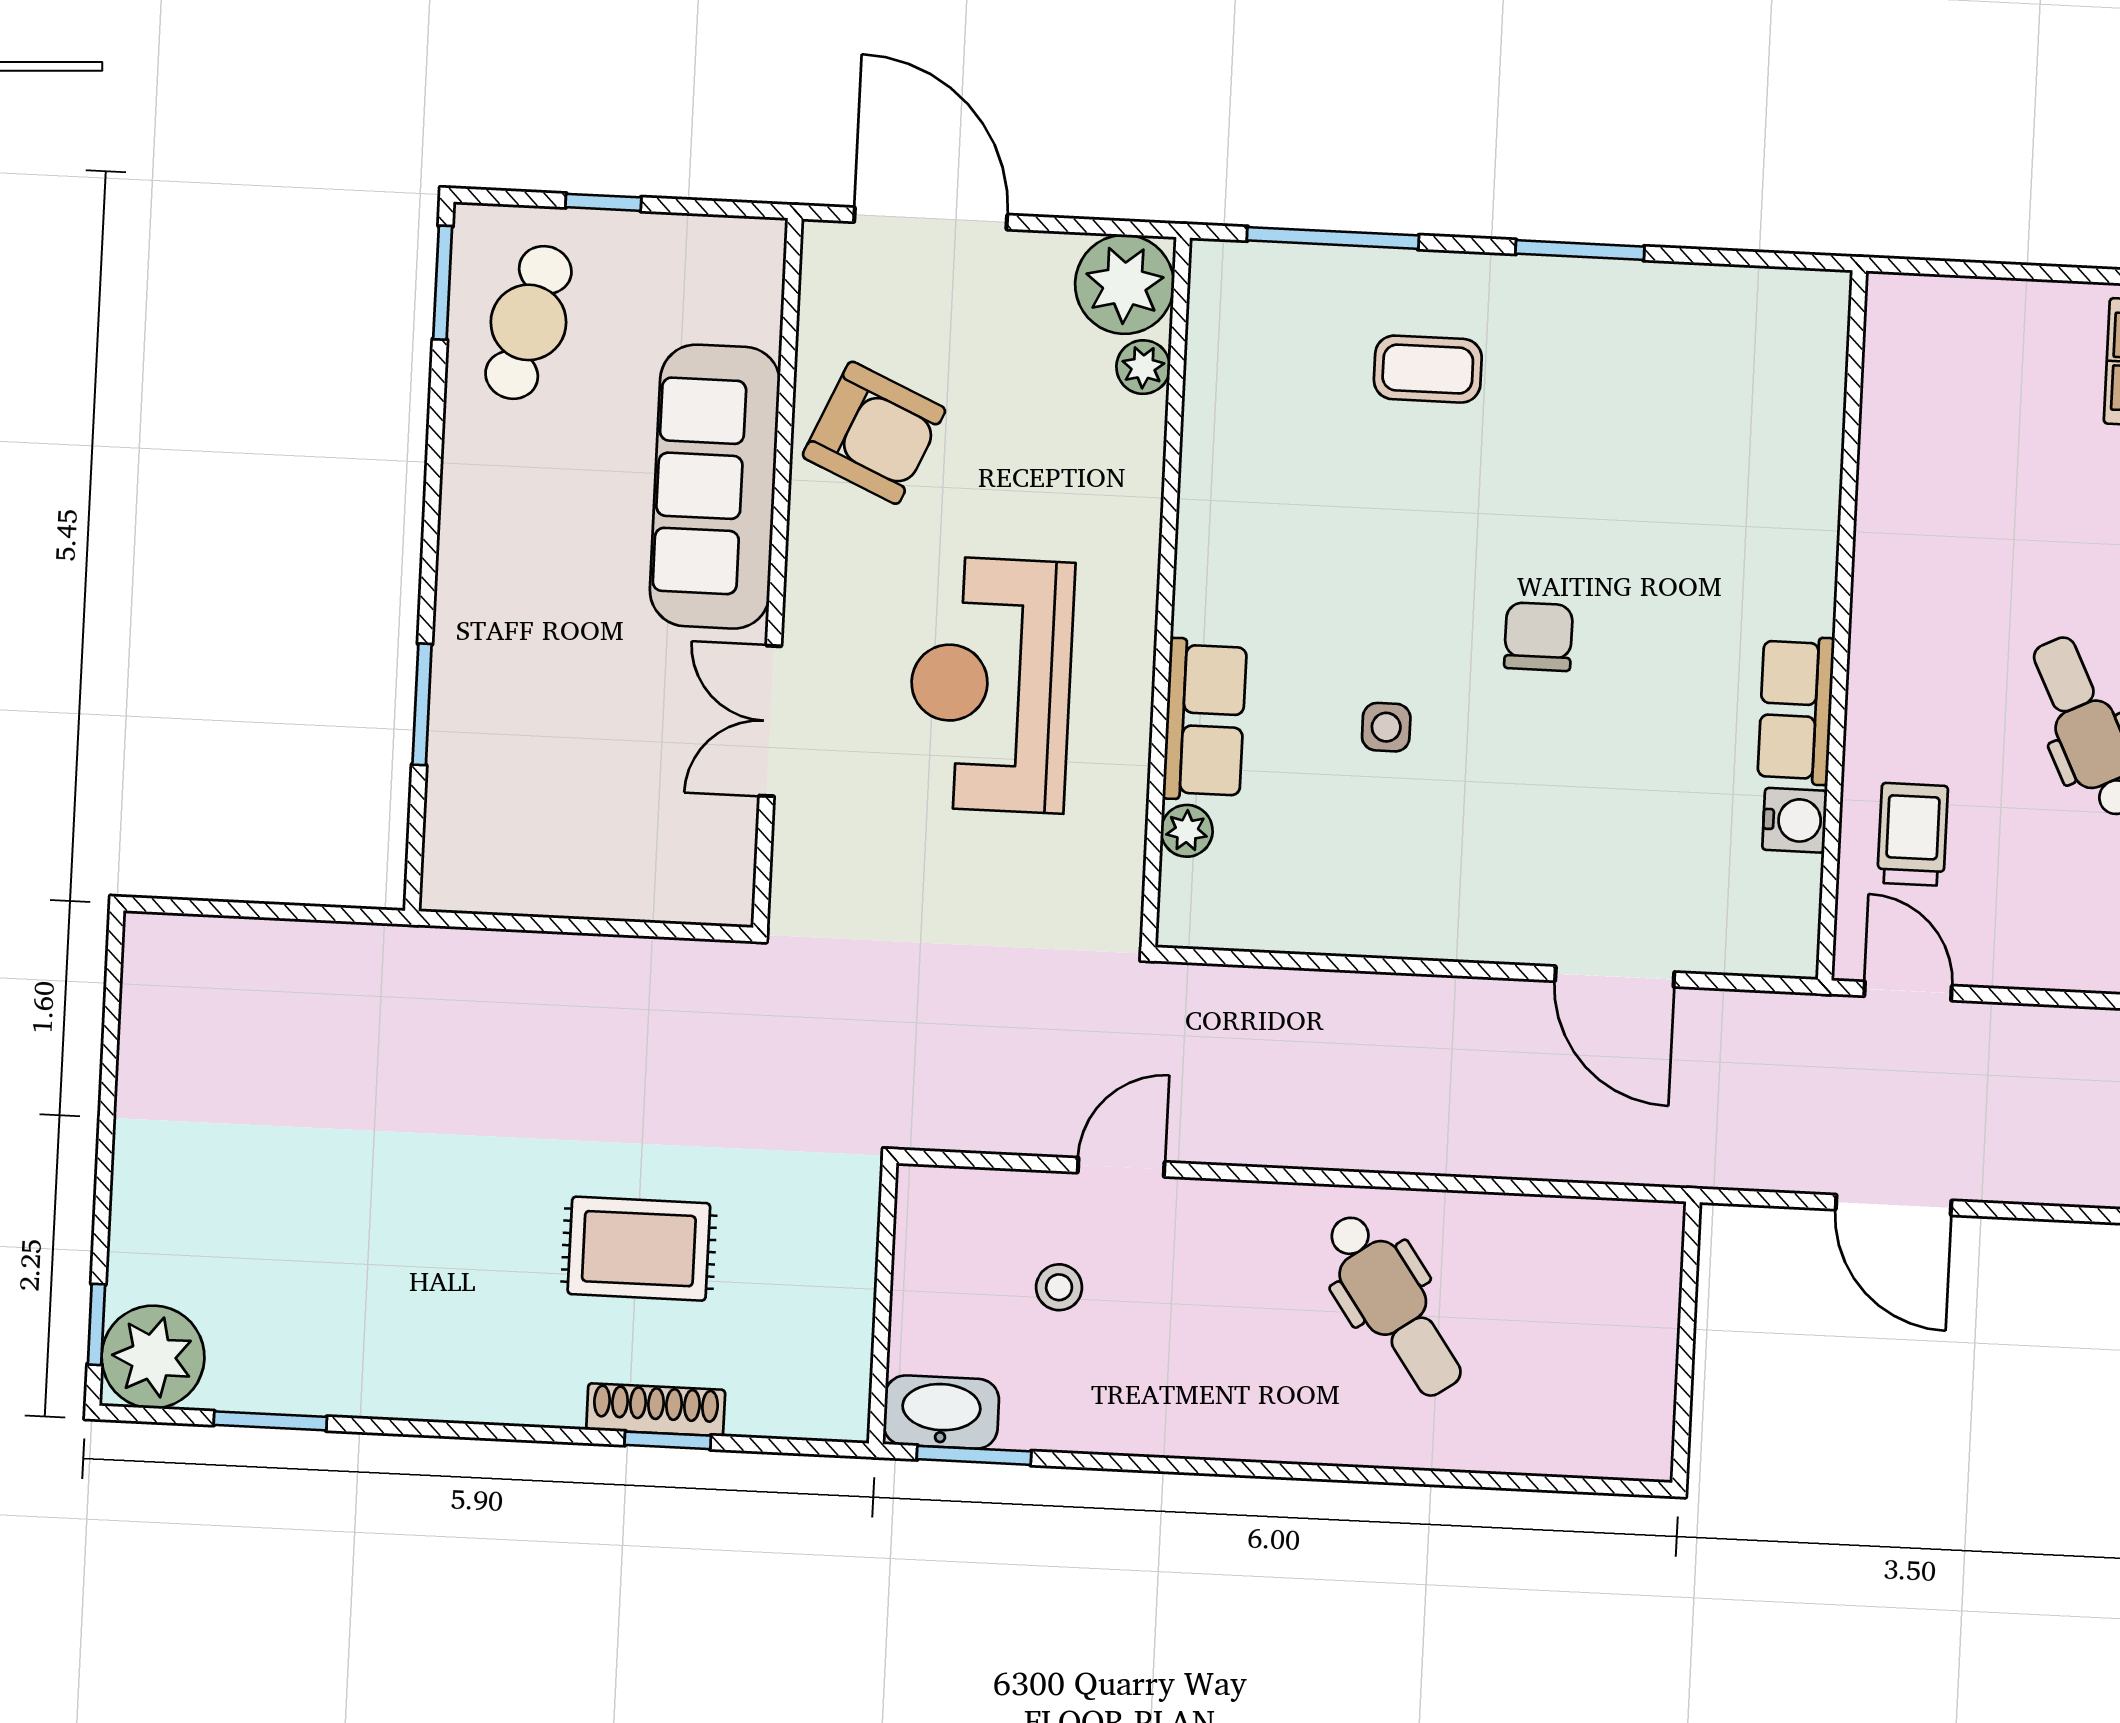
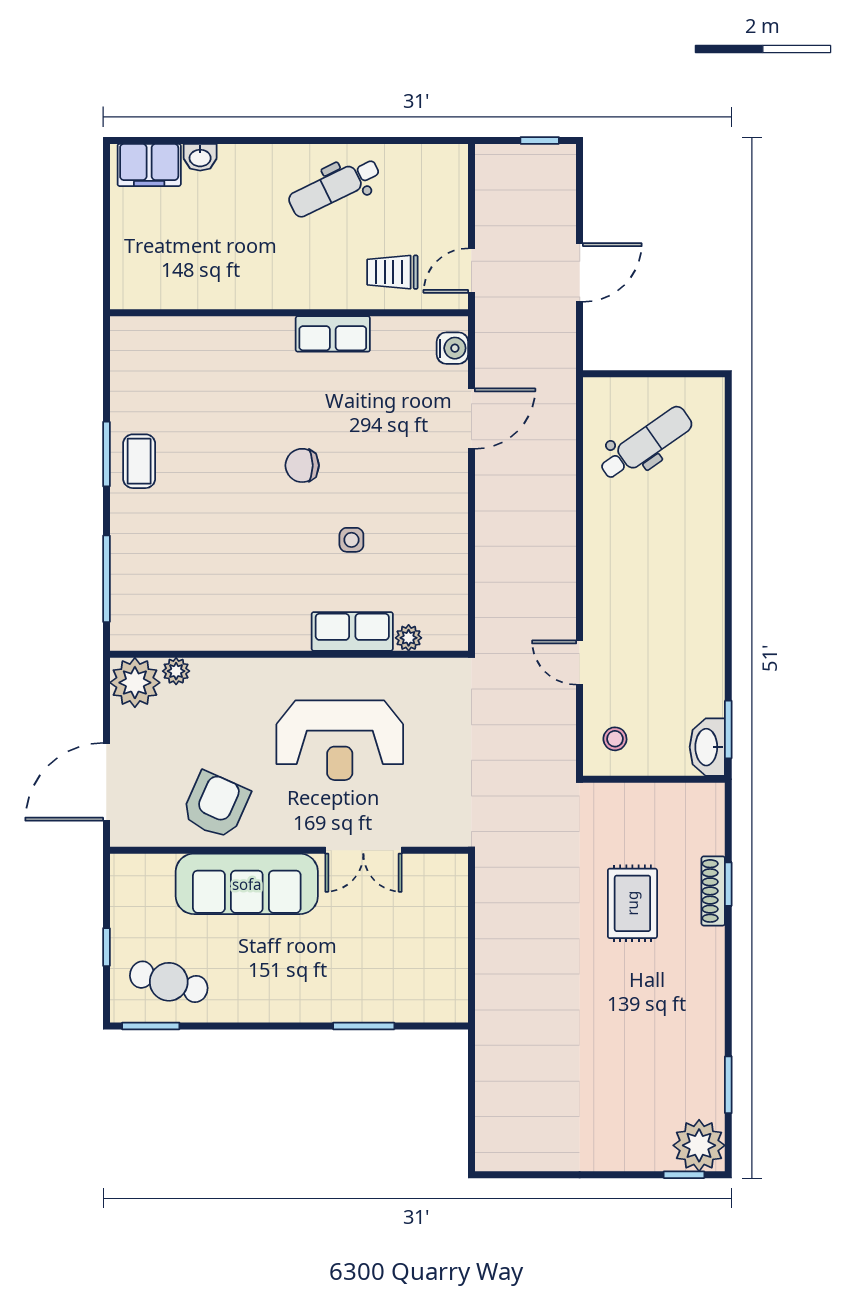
coffee table: (1428, 369) -> (139, 461), moved
water cooler: (1795, 820) -> (452, 348), moved, turned 90
stool: (1059, 1287) -> (615, 739), moved
dental chair: (1393, 1305) -> (646, 443), moved

